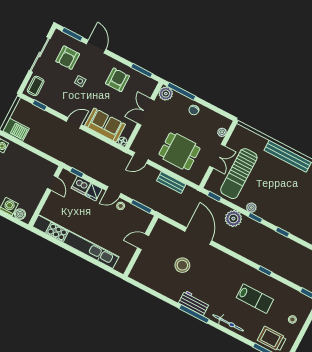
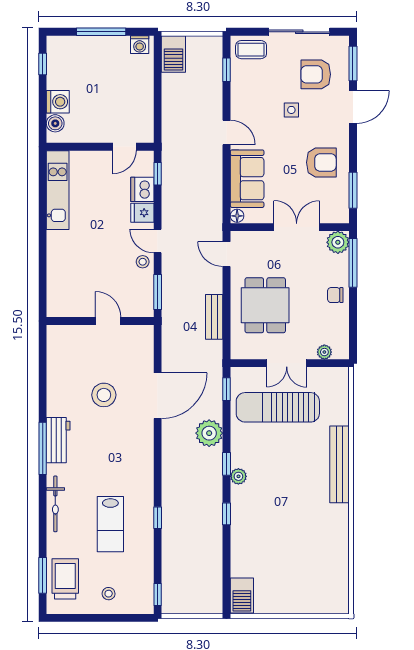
plant: (251, 208) -> (238, 476), moved
kitchen unit: (76, 242) -> (58, 190), width x0.54

